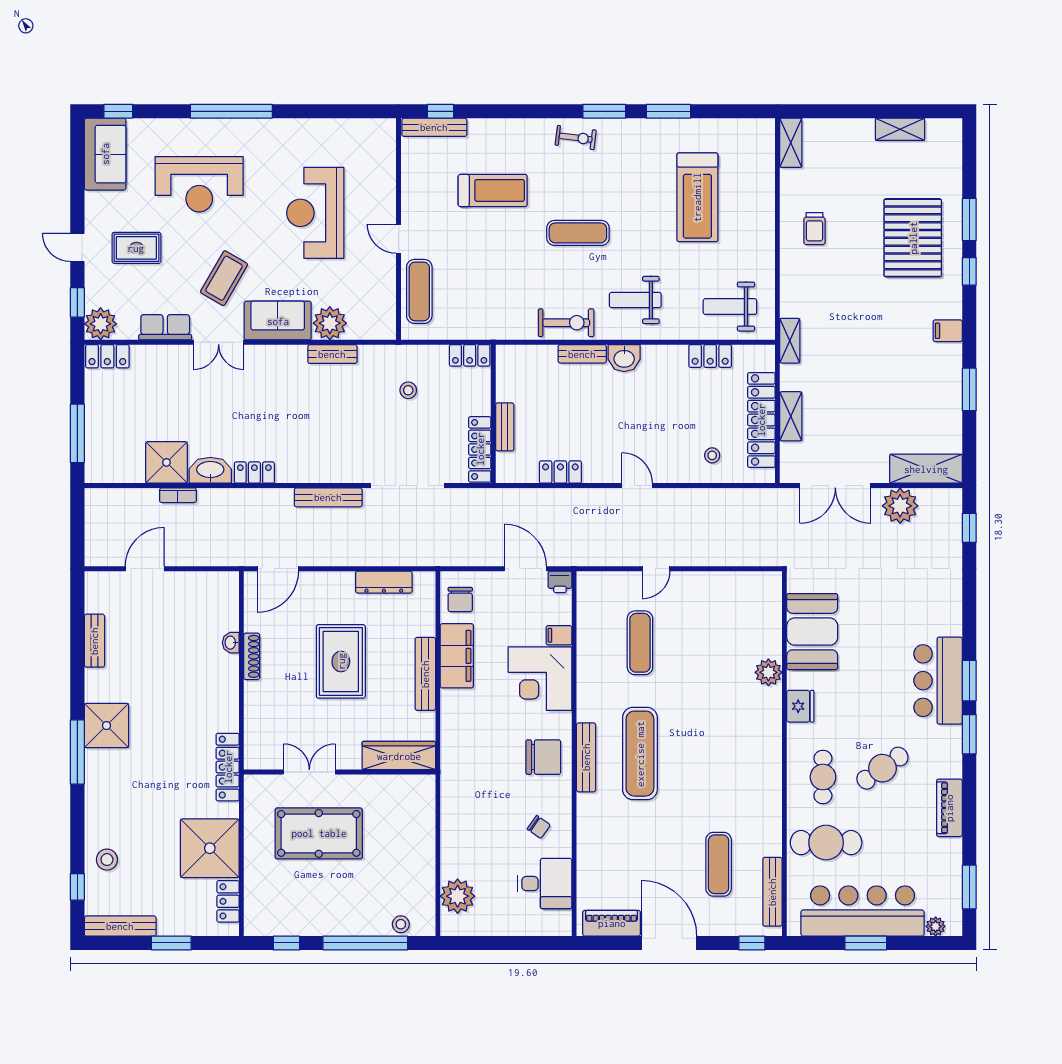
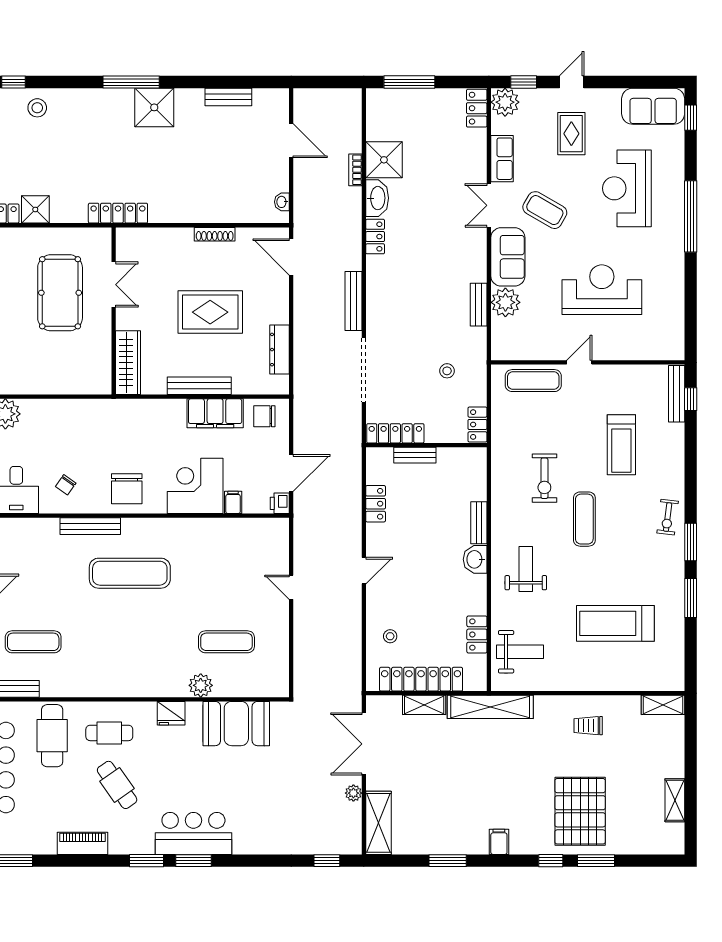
pallet: (913, 238) -> (580, 811), turned 90
weight bench: (730, 307) -> (520, 652), turned 90
exercise bike: (566, 323) -> (544, 478), moved
shelving: (790, 341) -> (490, 707), width x2.20, depth x1.33
plant: (900, 506) -> (353, 793), width x0.53, depth x0.53
washbasin: (231, 643) -> (282, 202), moved, turned -90
exercise mat: (640, 643) -> (226, 642), moved
bench: (586, 757) -> (90, 526), moved
shower: (210, 848) -> (35, 209), width x0.54, depth x0.54

